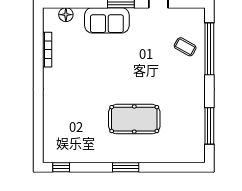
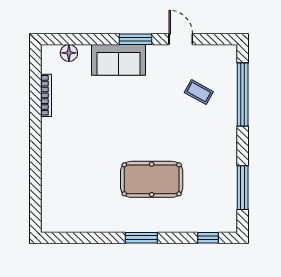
coffee table: (185, 47) -> (199, 92), moved
window: (61, 167) -> (208, 238), moved

